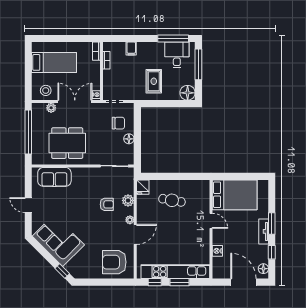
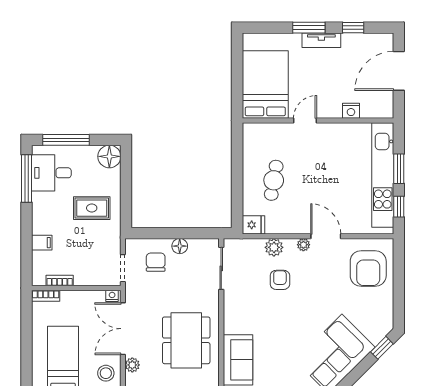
floor lamp: (263, 269) -> (378, 41), removed

